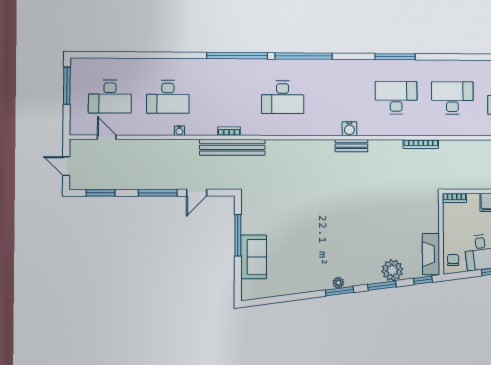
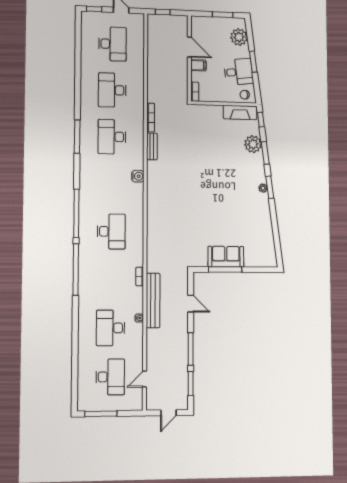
desk: (168, 97) -> (111, 328), turned 180
bench: (351, 146) -> (152, 146), moved
bench: (232, 147) -> (153, 300), moved
window: (158, 193) -> (191, 349), moved
sofa: (254, 257) -> (226, 257), moved

